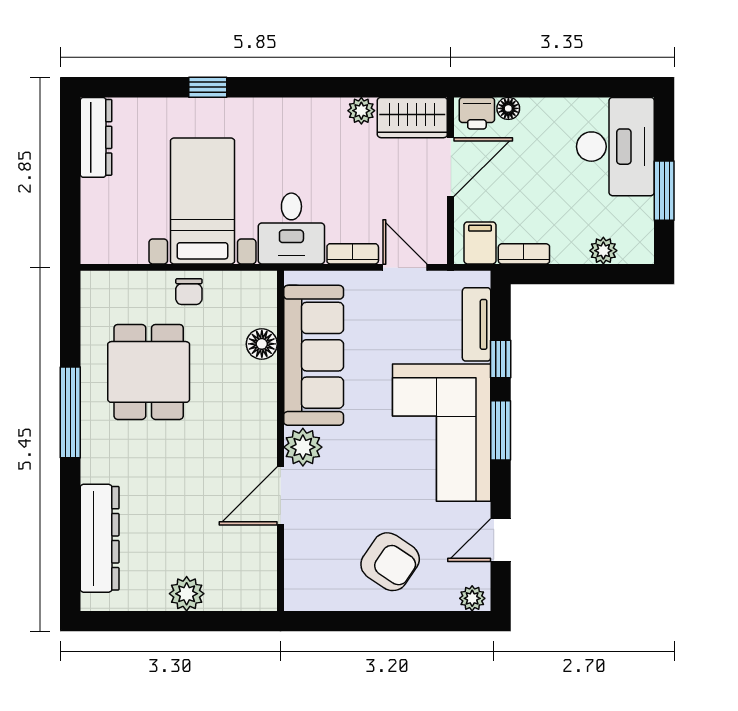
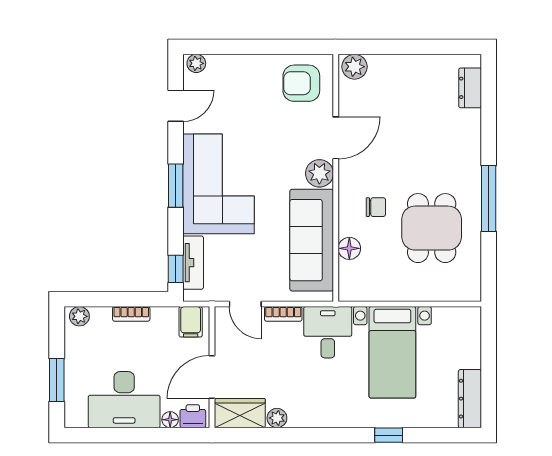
desk: (615, 147) -> (124, 400), moved, turned -90
window: (664, 191) -> (57, 380), moved
plant: (603, 251) -> (79, 316), moved
bookcase: (524, 254) -> (131, 314), moved
chair: (189, 292) -> (376, 207), moved, turned 90
window: (501, 359) -> (176, 269), moved
dresser: (100, 538) -> (470, 88), width x0.51, depth x0.80
armchair: (390, 562) -> (301, 83), moved, turned -34
plant: (187, 594) -> (354, 67), moved

